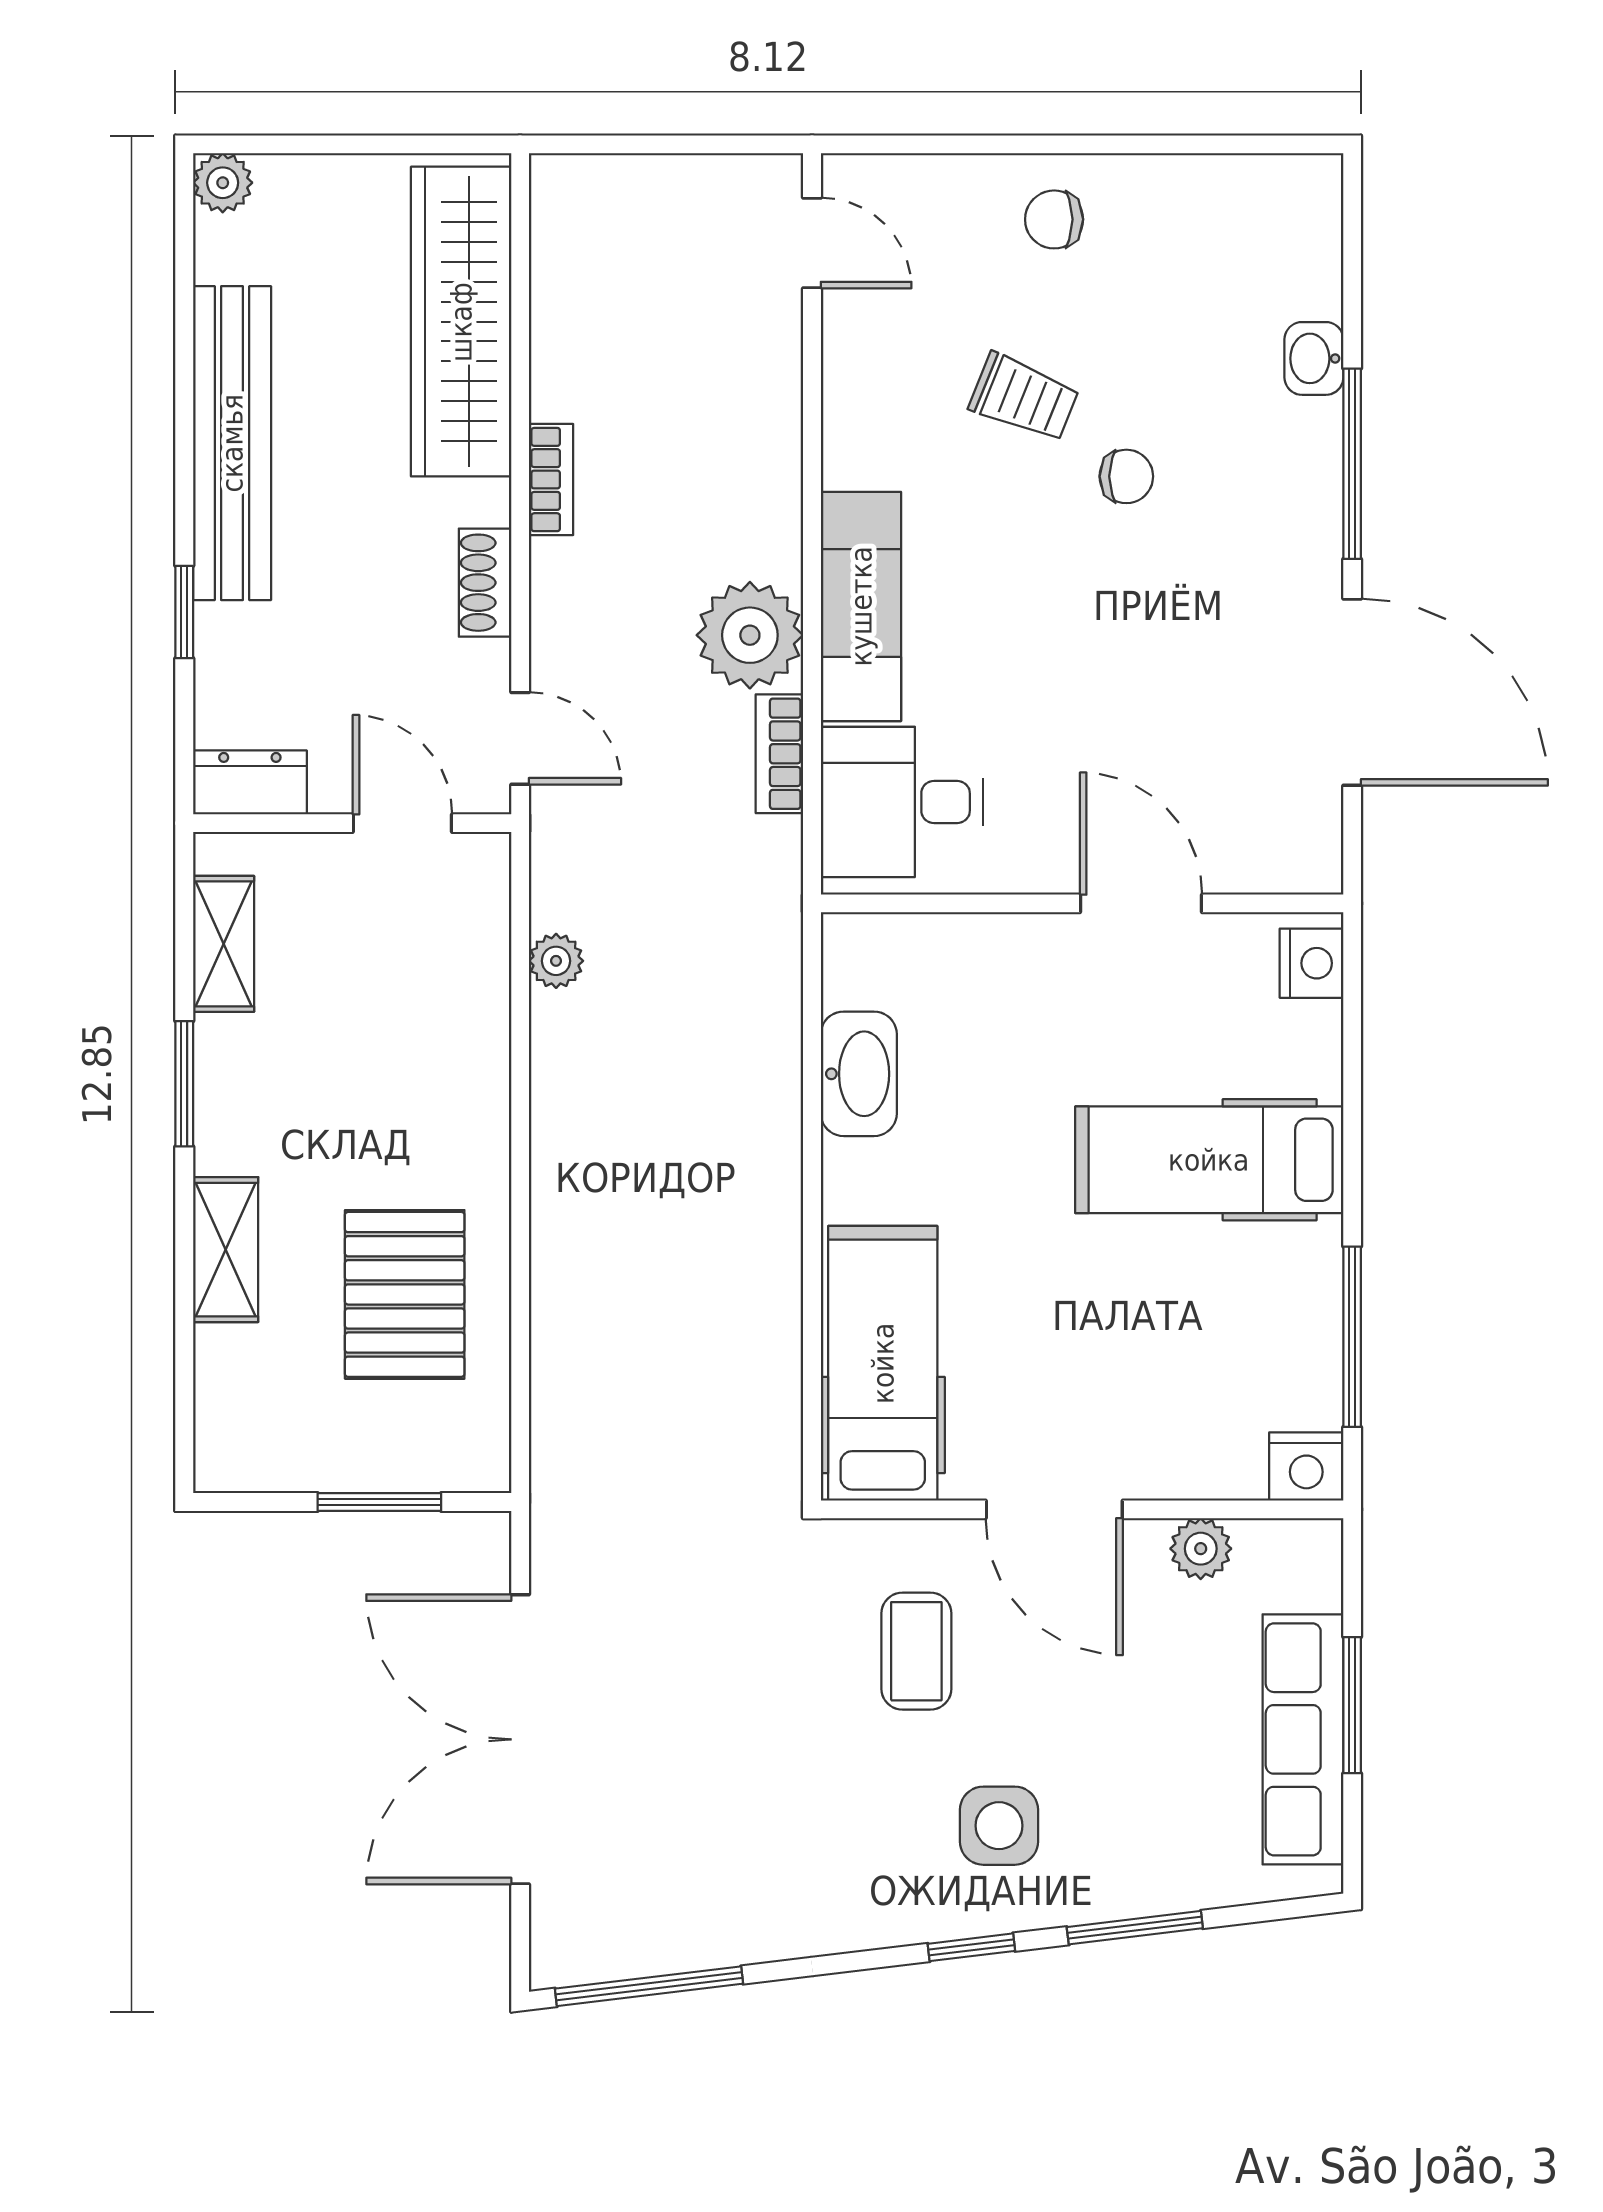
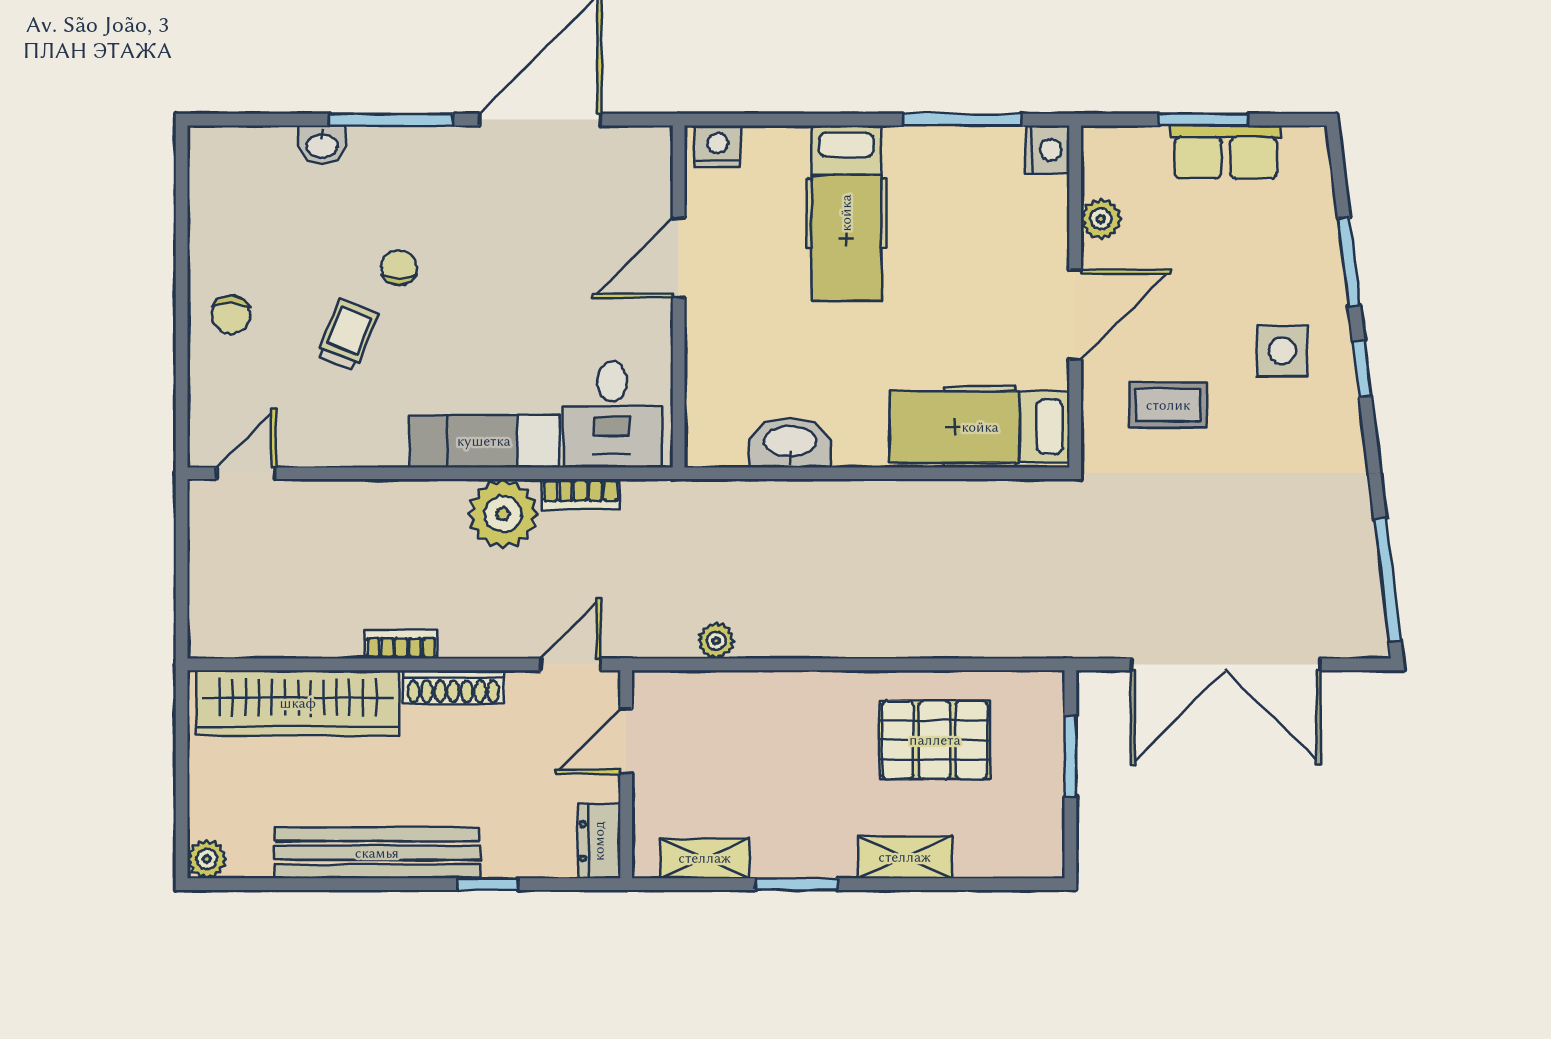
shoe rack: (485, 583) -> (453, 687), width x1.43
row of seats: (1303, 1739) -> (1226, 152), width x0.68

